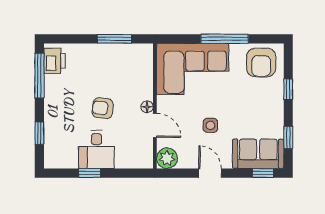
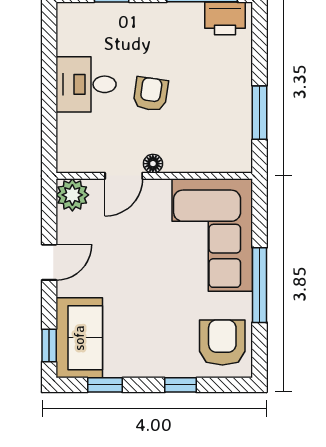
armchair: (261, 63) -> (222, 342), turned 90
side table: (210, 125) -> (124, 263), removed
window: (90, 173) -> (49, 74), removed

